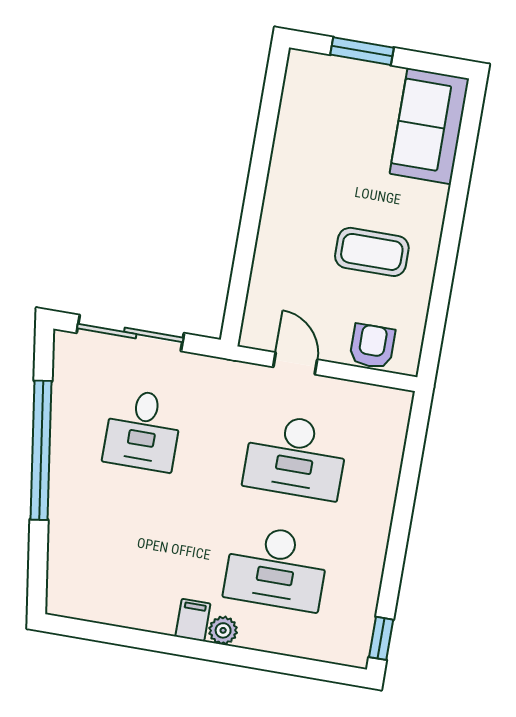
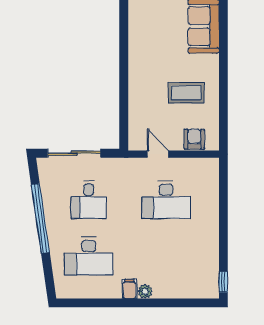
desk: (276, 568) -> (89, 256), moved

